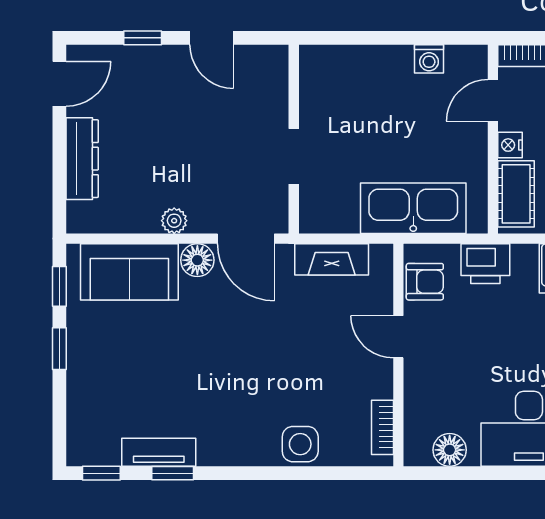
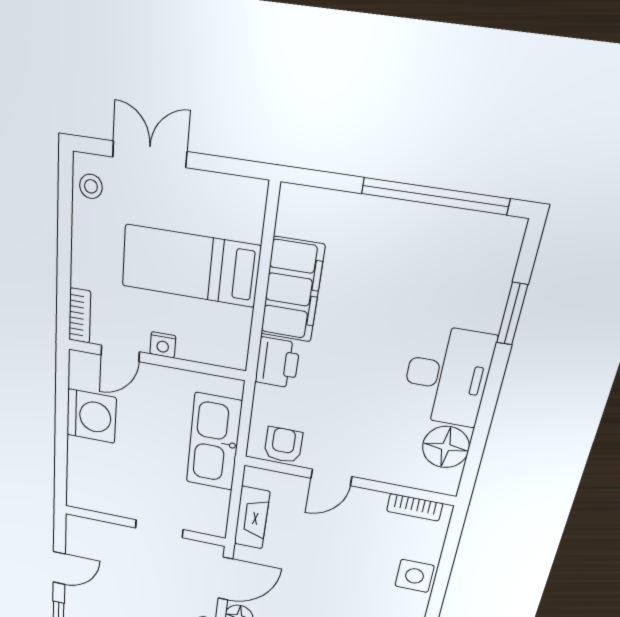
washing machine: (429, 59) -> (91, 416), width x1.89, depth x1.89
door: (493, 100) -> (120, 353), hinge flipped
cot: (516, 194) -> (210, 347), removed
printer: (485, 264) -> (277, 363), moved
floor lamp: (450, 450) -> (446, 447), width x1.38, depth x1.38

